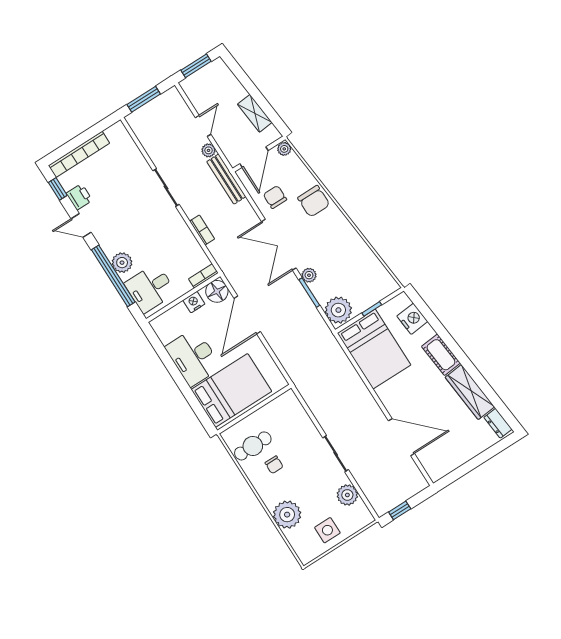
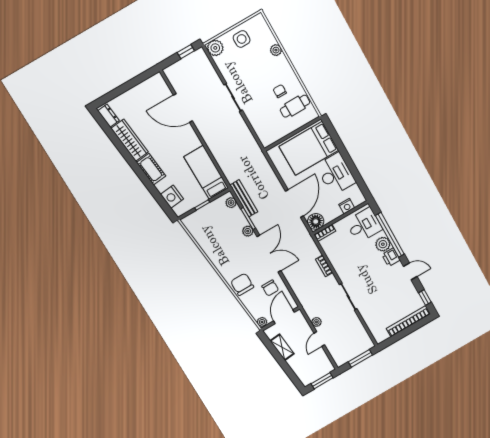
bench: (226, 179) -> (244, 198), moved
printer: (79, 197) -> (391, 257), moved
nightstand: (194, 302) -> (347, 206), moved
plant: (338, 310) -> (231, 203), width x0.53, depth x0.53
bed: (374, 349) -> (206, 172), width x0.67
plant: (347, 495) -> (215, 48), moved
plant: (287, 515) -> (276, 50), width x0.53, depth x0.53

